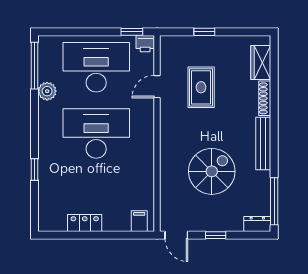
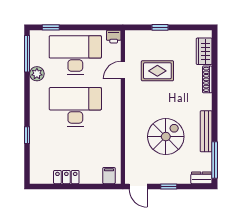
window: (132, 32) -> (51, 27), moved
rug: (201, 87) -> (157, 71), turned 90
bench: (263, 144) -> (206, 131), moved

